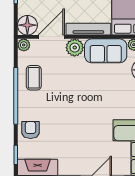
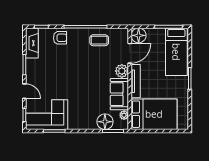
door: (51, 37) -> (130, 53), hinge flipped
plant: (24, 45) -> (124, 33), removed

